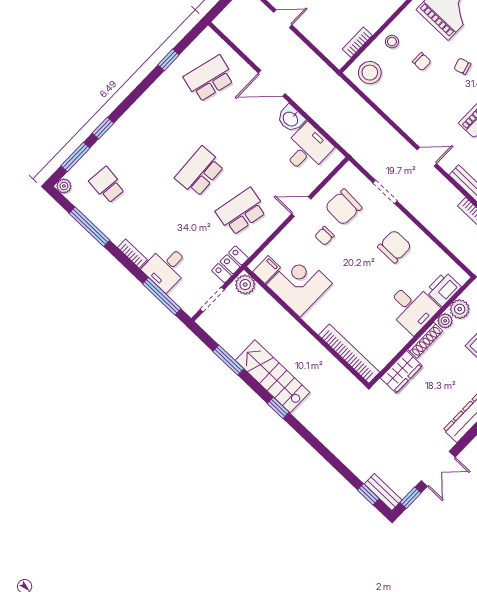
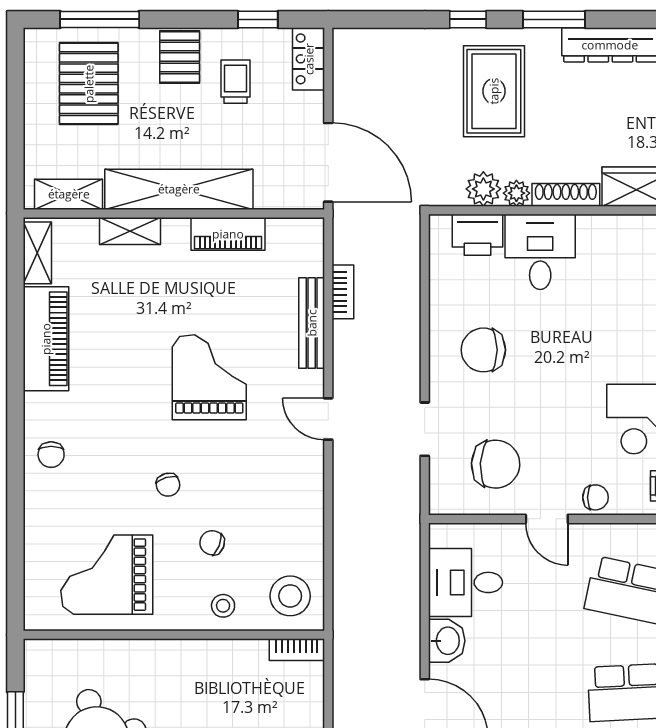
bookcase: (357, 42) -> (297, 650), moved
chair: (422, 62) -> (212, 543), turned -69
chair: (324, 236) -> (595, 497), moved

